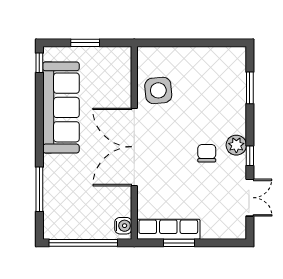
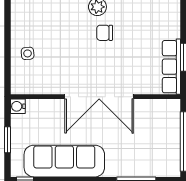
side table: (158, 90) -> (28, 53), moved, width x0.54, depth x0.54
water cooler: (123, 226) -> (18, 106), moved, turned -90

